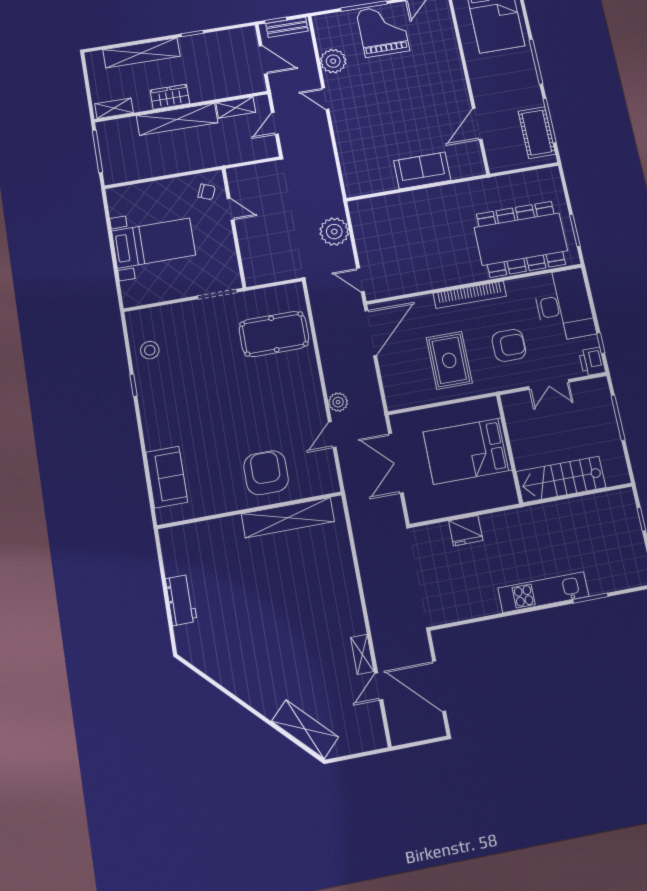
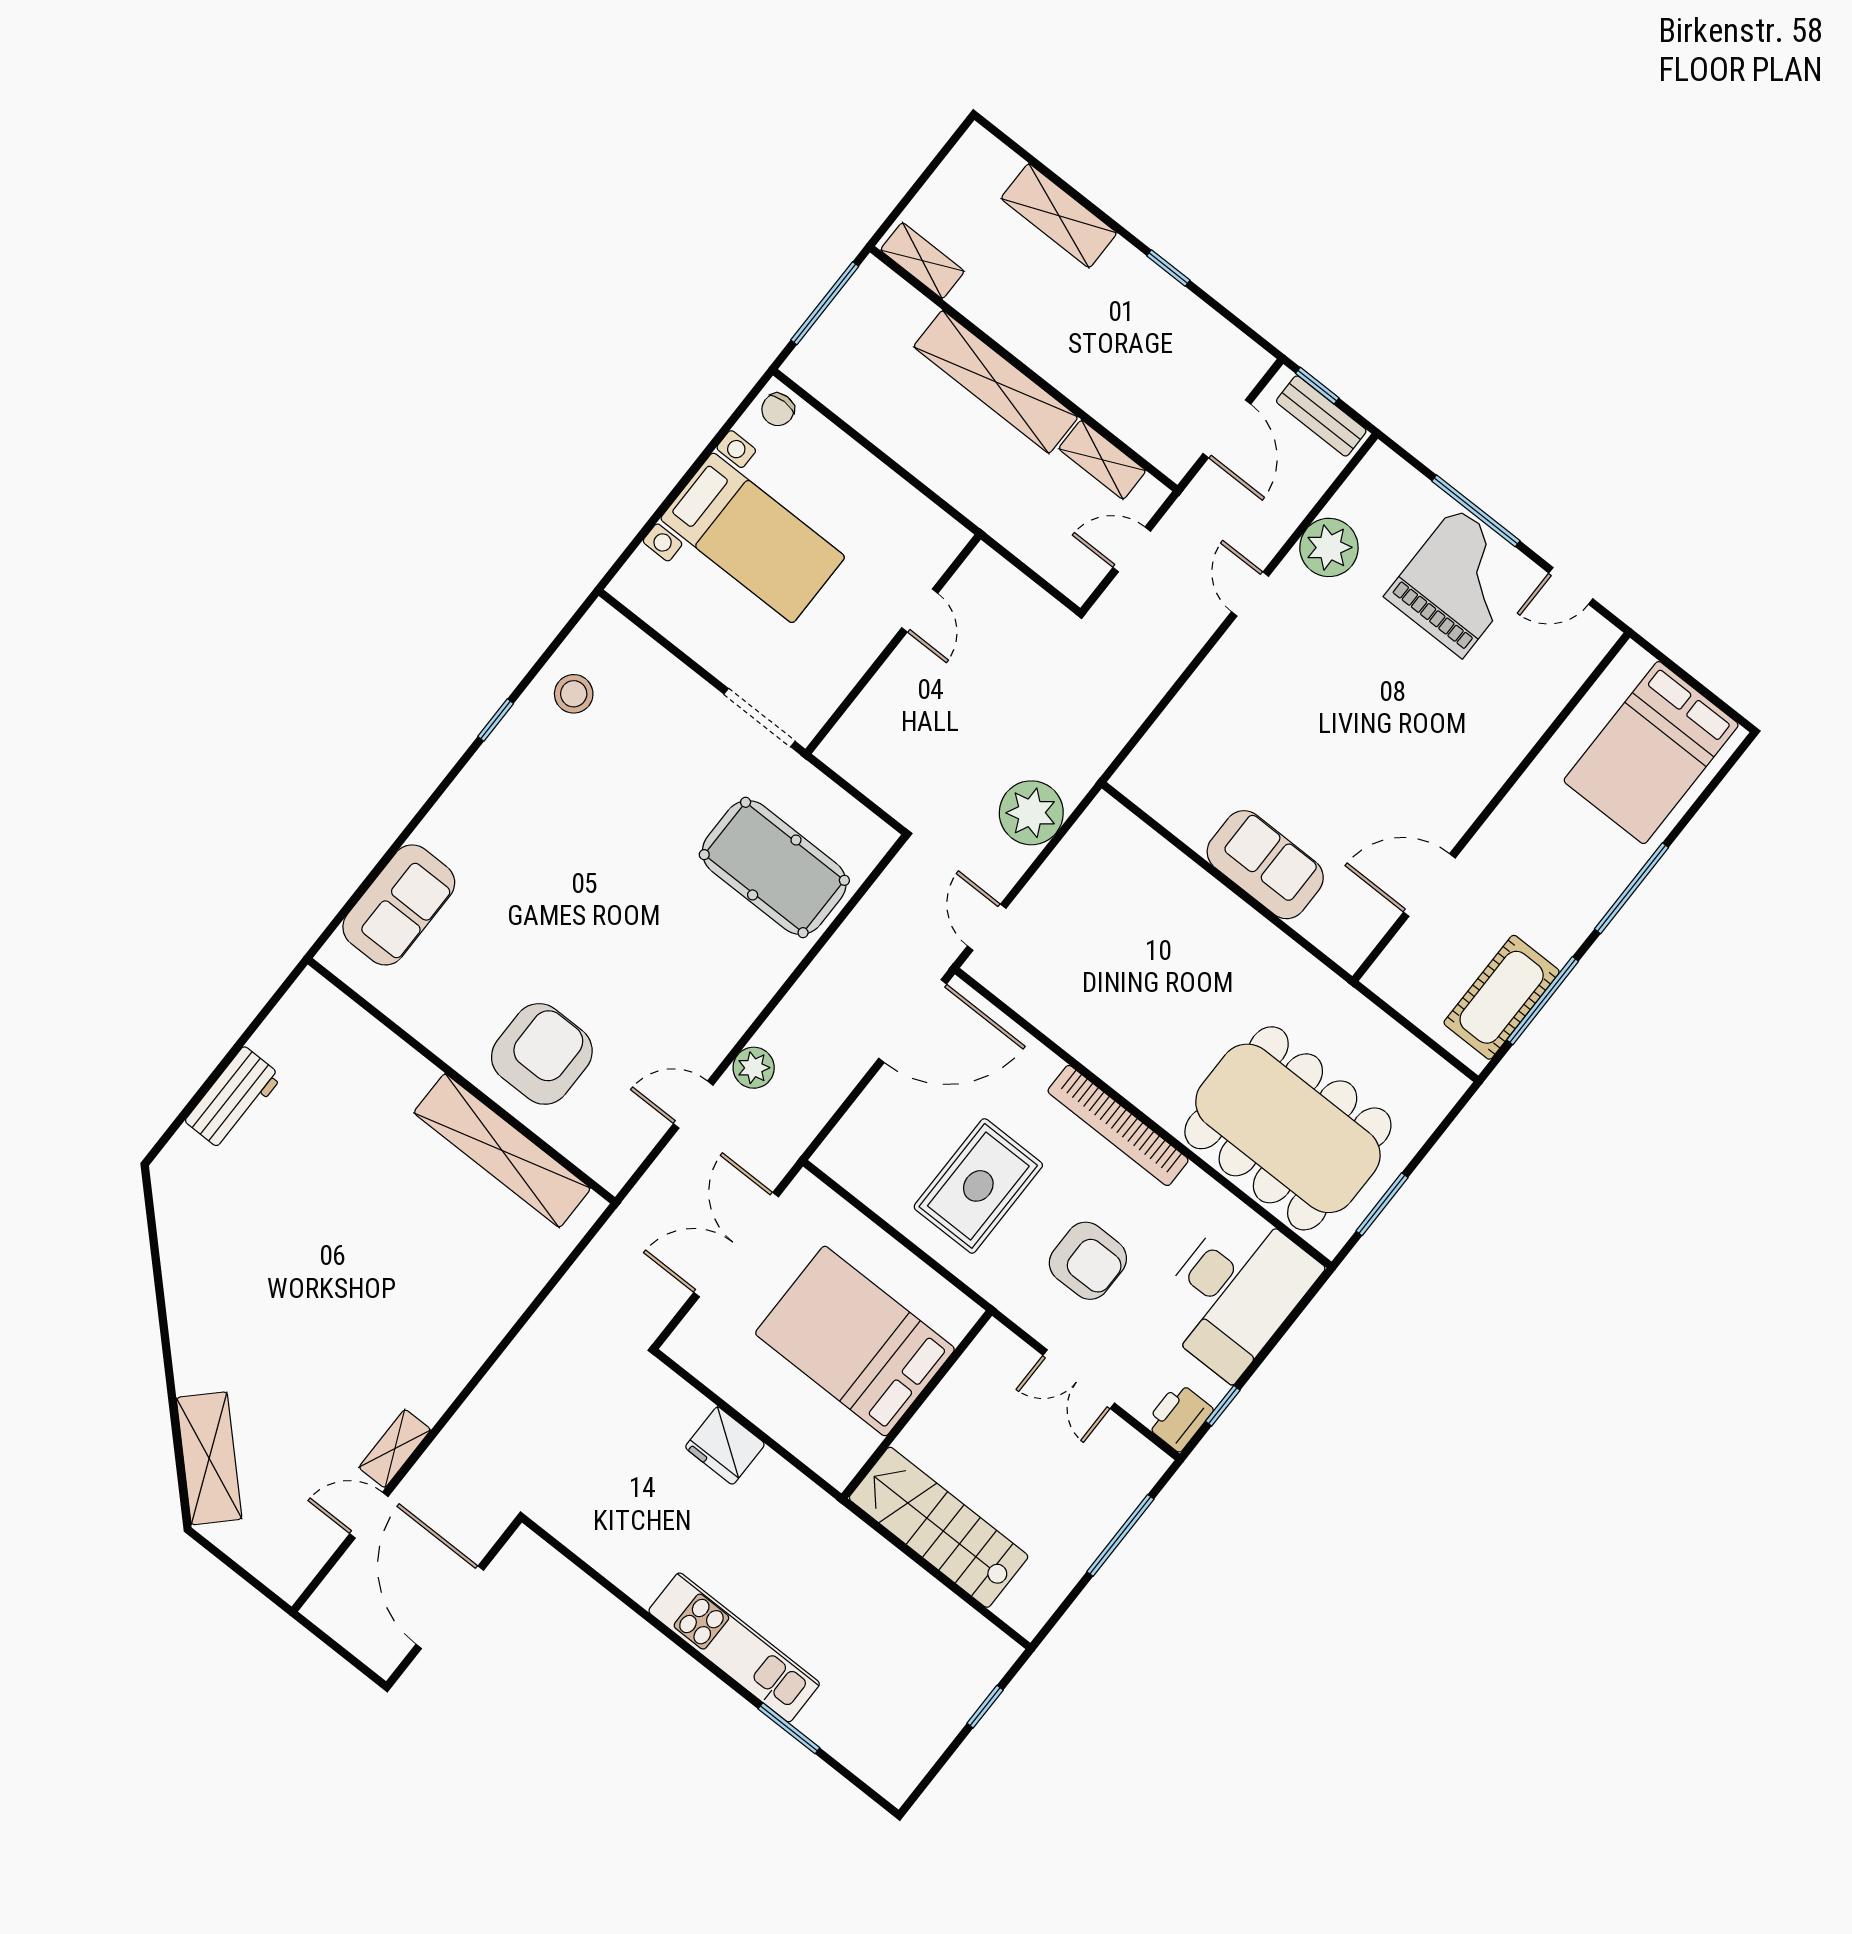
shelving: (142, 53) -> (1059, 216), width x0.68
wardrobe: (170, 97) -> (1024, 334), removed
chair: (207, 192) -> (778, 410), moved, turned 67

